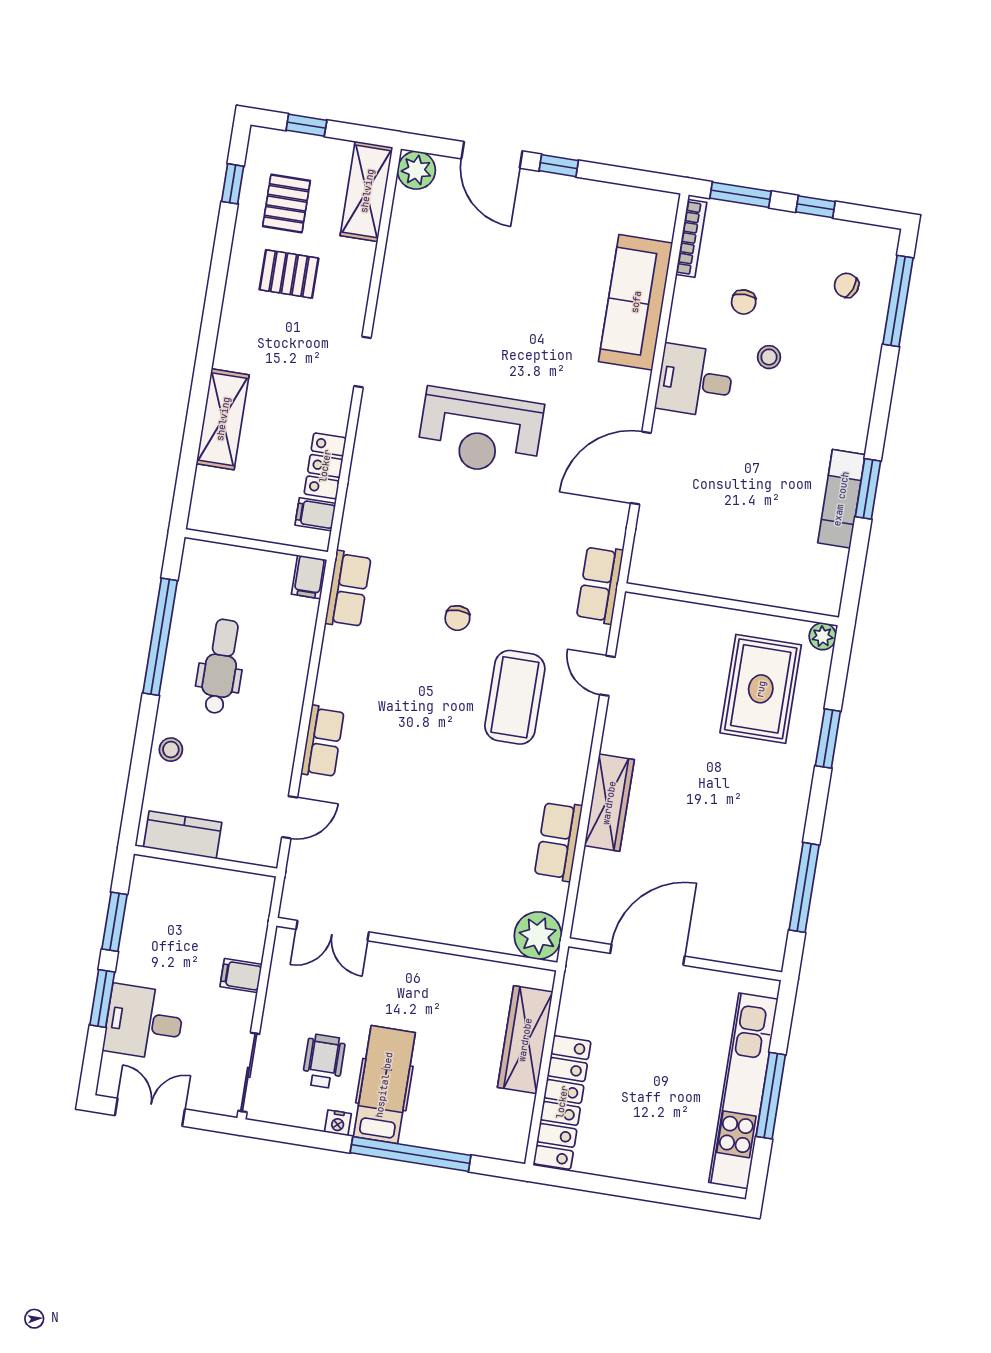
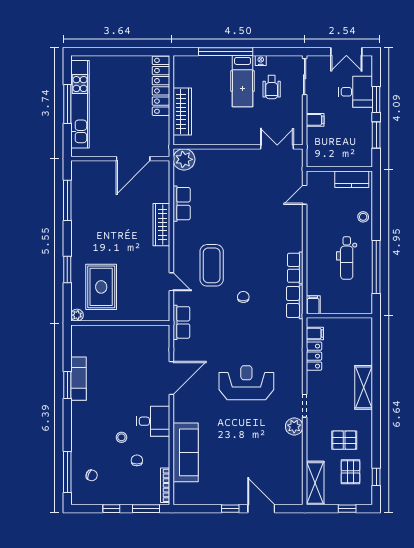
plant: (416, 170) -> (294, 426), moved
shelving: (223, 419) -> (364, 387), moved
row of seats: (323, 742) -> (295, 268), moved

